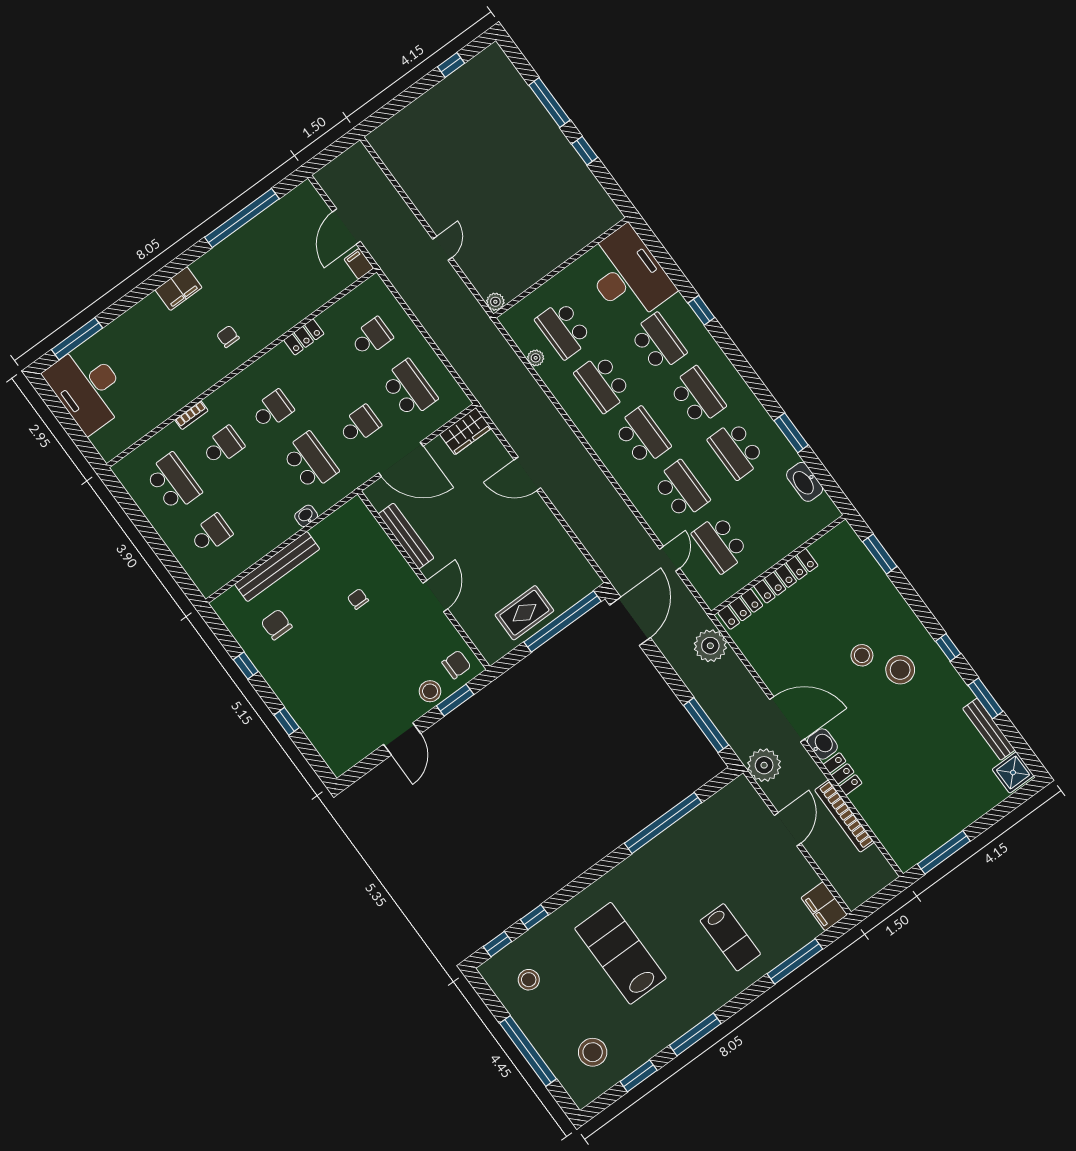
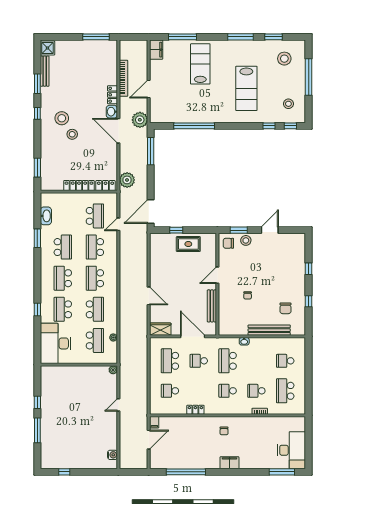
water cooler: (390, 155) -> (112, 455), added
window: (562, 622) -> (176, 230), width x0.32
lab bench: (730, 937) -> (200, 64), width x1.36, depth x1.39

